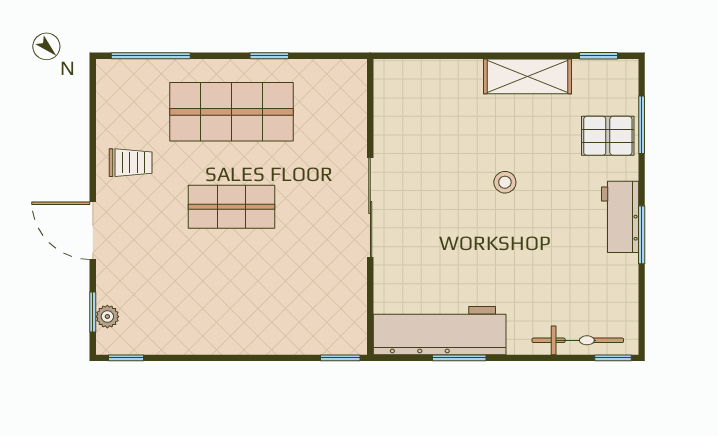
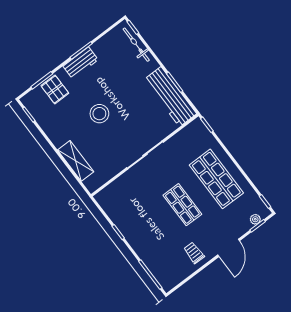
shelving: (527, 76) -> (76, 161), moved
shop shelf: (232, 112) -> (216, 179), moved
stool: (505, 182) -> (99, 114), width x1.89, depth x1.89

